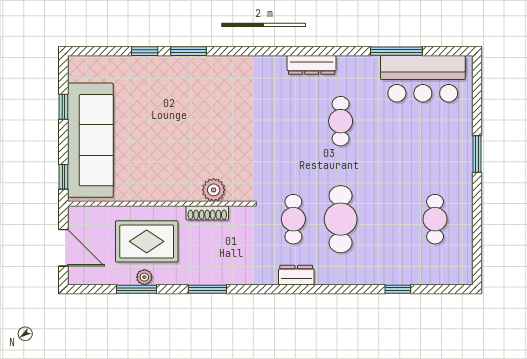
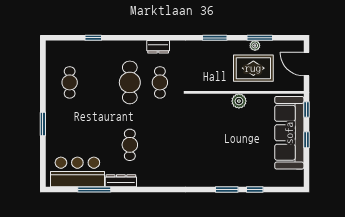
dresser: (312, 65) -> (121, 181), moved
window: (63, 107) -> (306, 140), moved
plant: (214, 190) -> (239, 101), moved
shoe rack: (207, 213) -> (215, 86), removed

